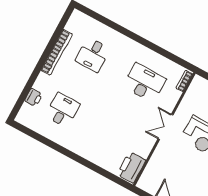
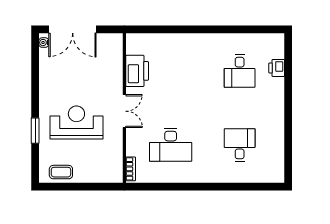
bookcase: (57, 52) -> (278, 127), removed
printer: (131, 167) -> (137, 71), moved

